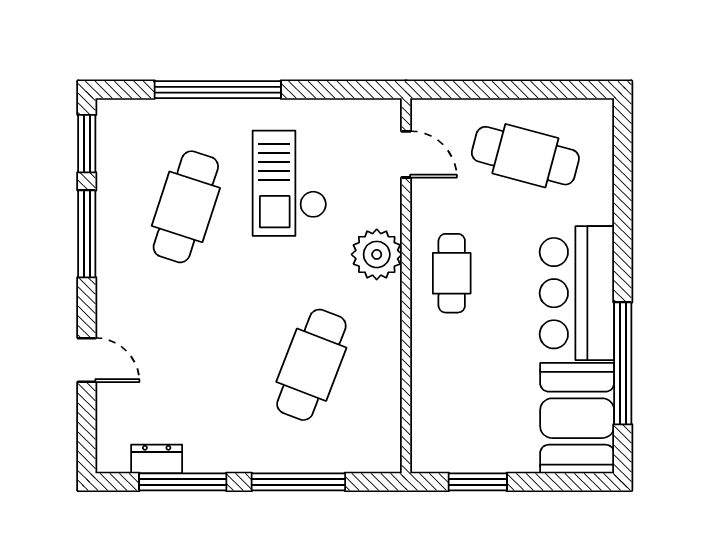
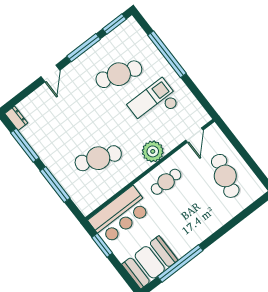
bar counter: (577, 293) -> (120, 215), moved, turned 180
door: (87, 360) -> (50, 73), moved
dresser: (157, 459) -> (16, 118), moved

